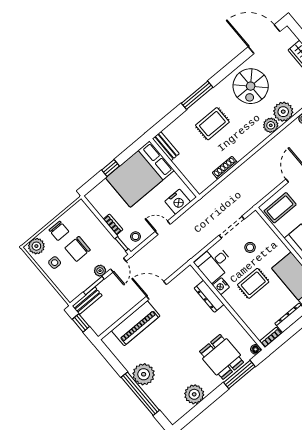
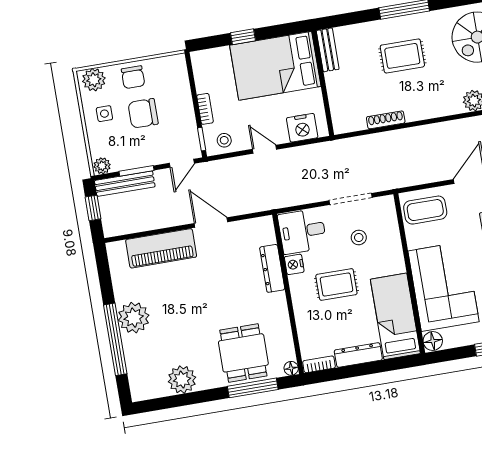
plant: (100, 271) -> (102, 166), moved
bench: (87, 301) -> (125, 184), width x1.36

